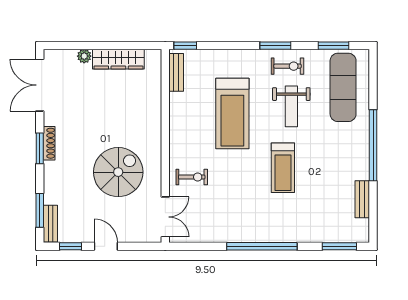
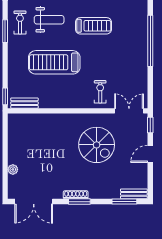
wardrobe: (118, 59) -> (15, 145), removed
treadmill: (232, 114) -> (54, 62), turned 180
spiral stairs: (118, 172) -> (97, 145), turned 180
window: (70, 246) -> (150, 125), moved

